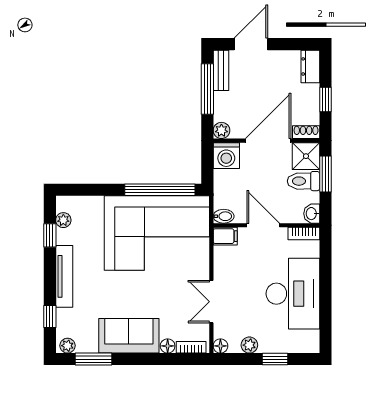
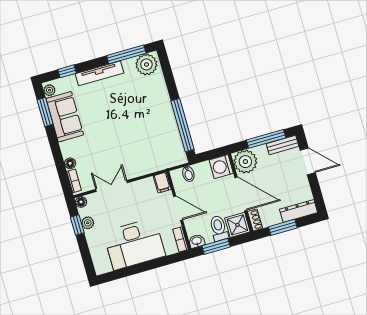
dresser: (310, 66) -> (299, 211), width x1.44
window: (325, 99) -> (283, 227), width x1.50
plant: (221, 130) -> (245, 162), width x1.87, depth x1.87
window: (325, 174) -> (216, 246), moved
bidet: (224, 216) -> (188, 174), moved
plant: (63, 220) -> (146, 64), width x1.87, depth x1.87
door: (263, 225) -> (178, 208), hinge flipped
corner sofa: (157, 233) -> (150, 132), removed
window: (50, 235) -> (126, 54), width x2.17
sofa: (129, 336) -> (65, 117), moved
window: (275, 359) -> (77, 225), moved

